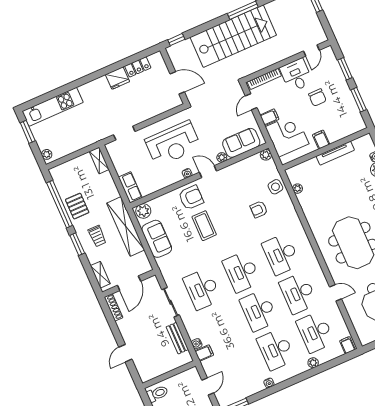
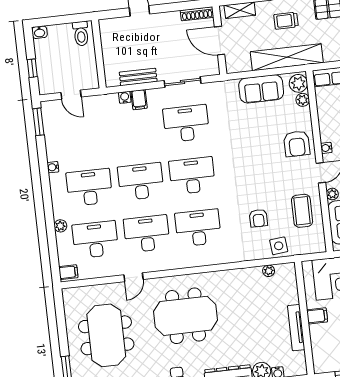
plant: (266, 155) -> (303, 100), moved
armchair: (259, 209) -> (258, 218), turned 180
coffee table: (204, 226) -> (302, 211), moved, turned 90
filing cabinet: (204, 353) -> (139, 100), moved

